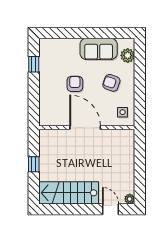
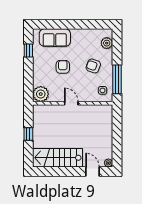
sofa: (99, 49) -> (55, 38), moved
window: (140, 99) -> (117, 79), added
plant: (48, 116) -> (41, 94), added
door: (85, 128) -> (71, 103), width x0.53

